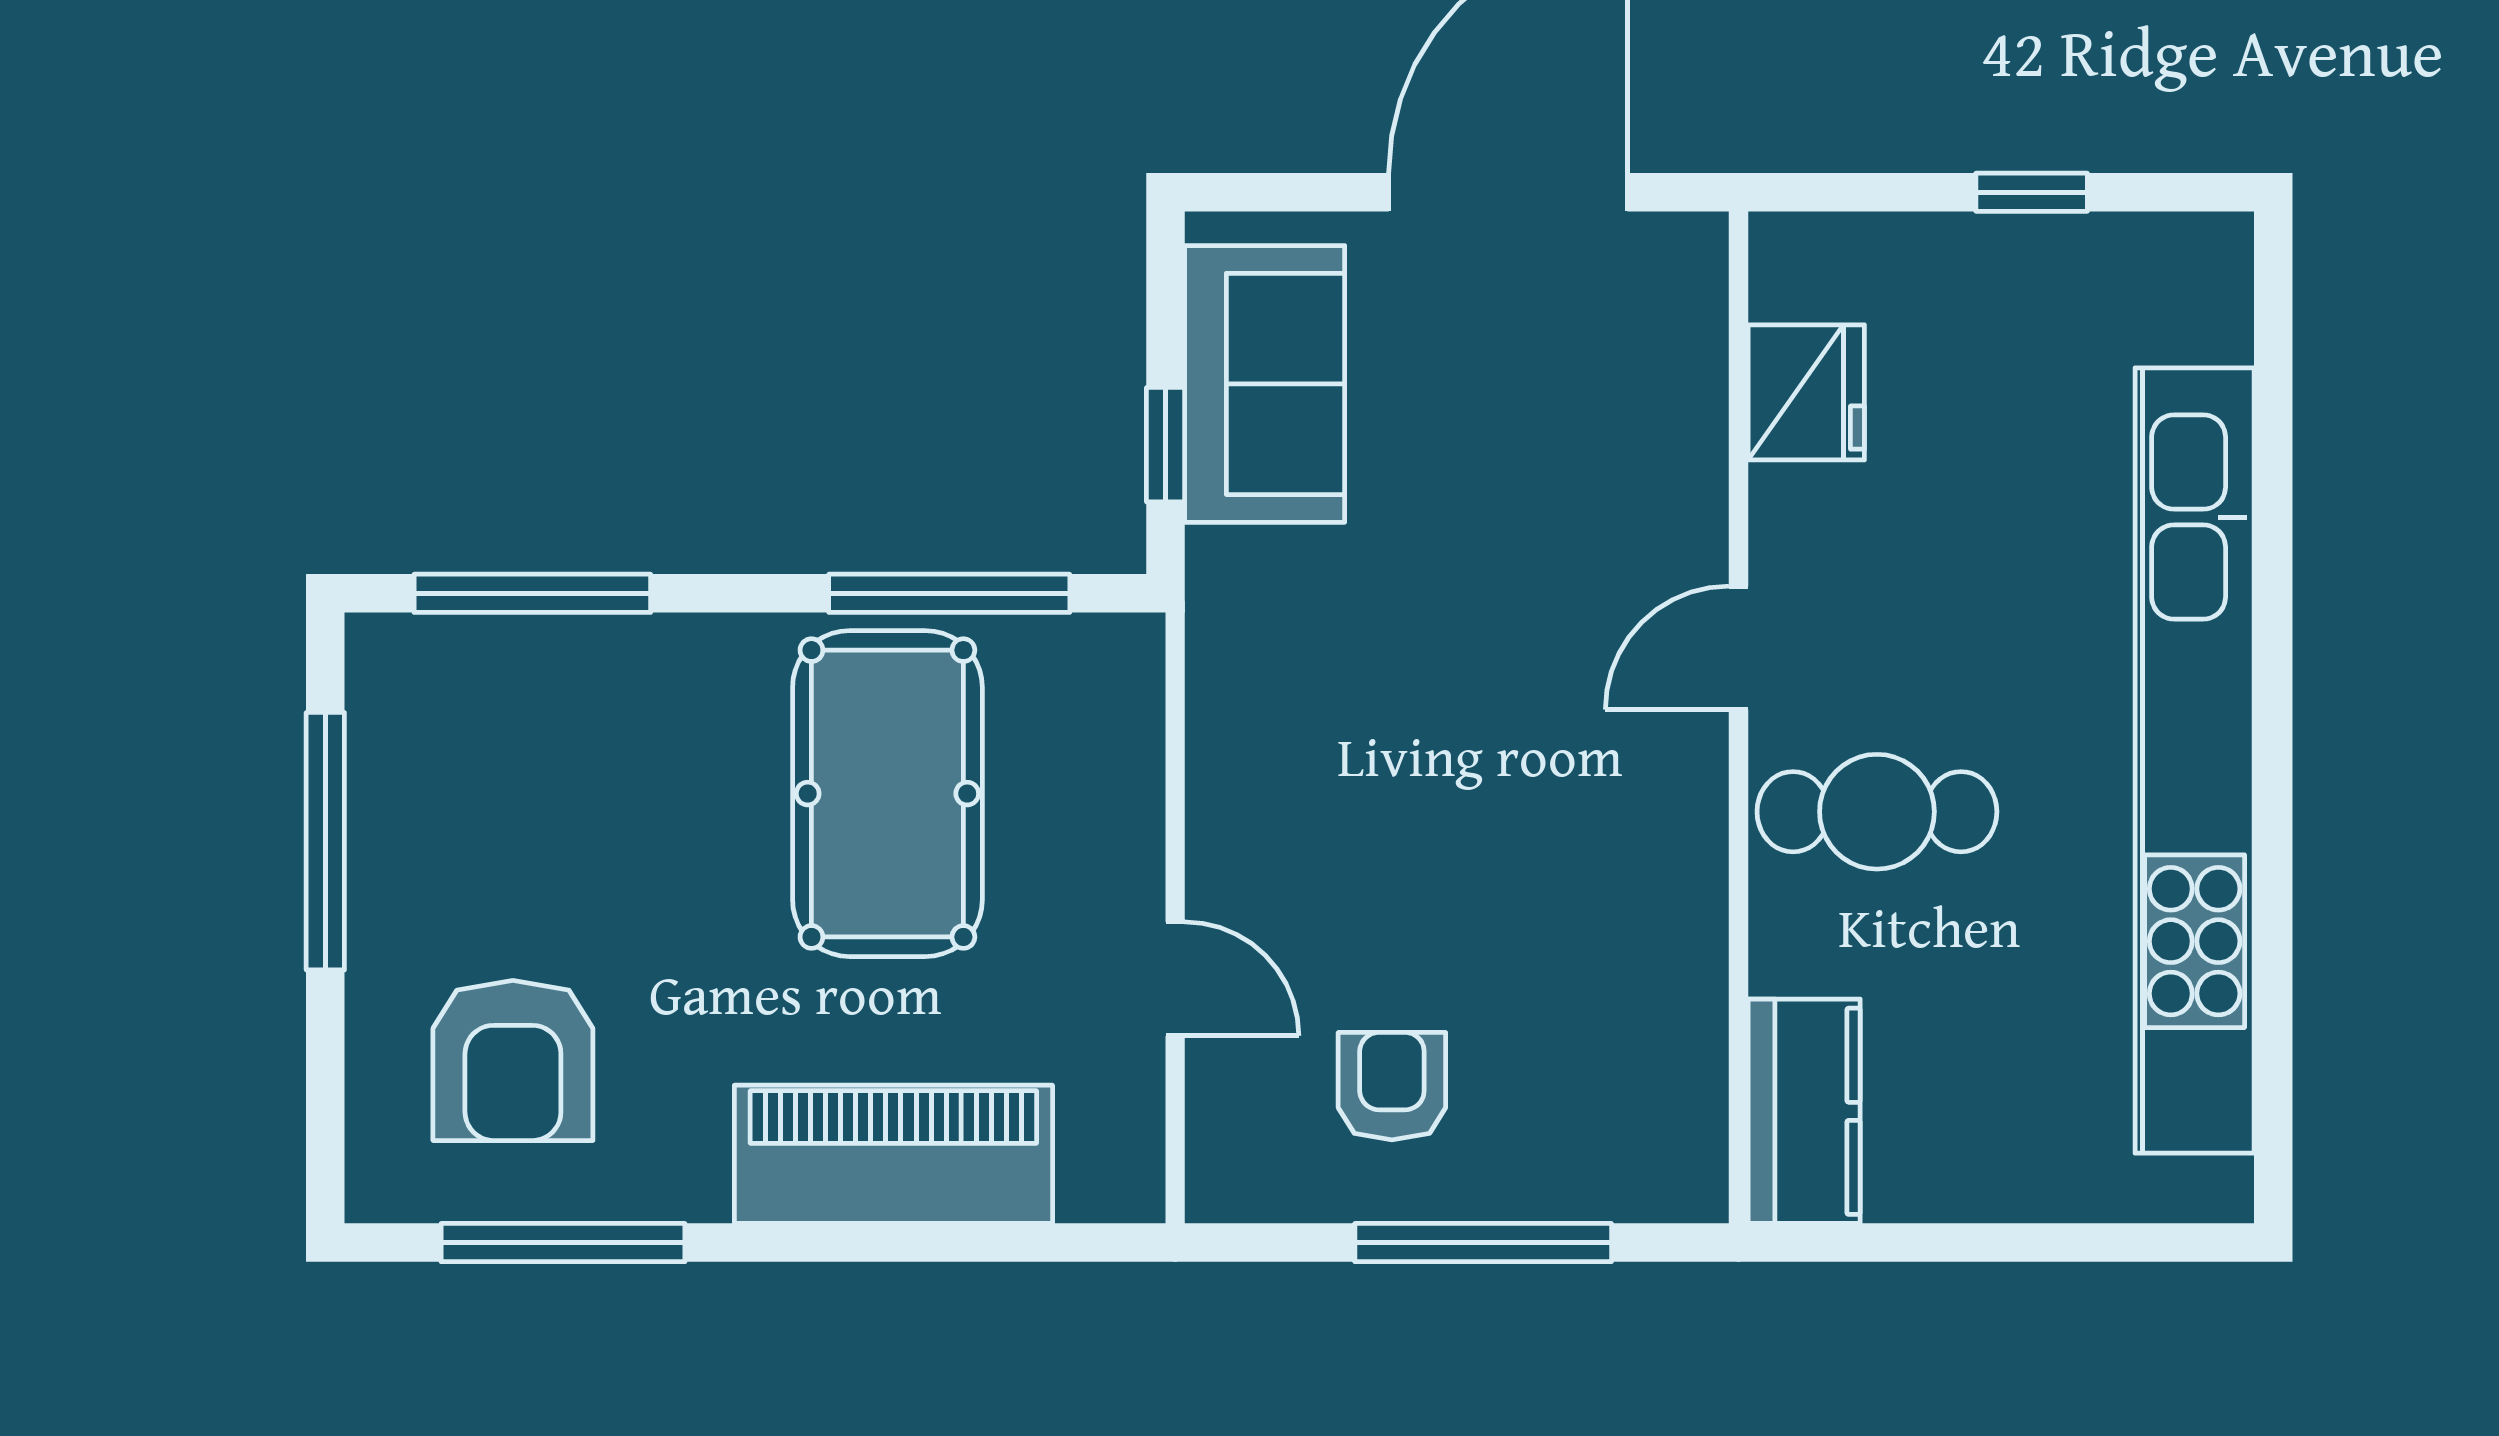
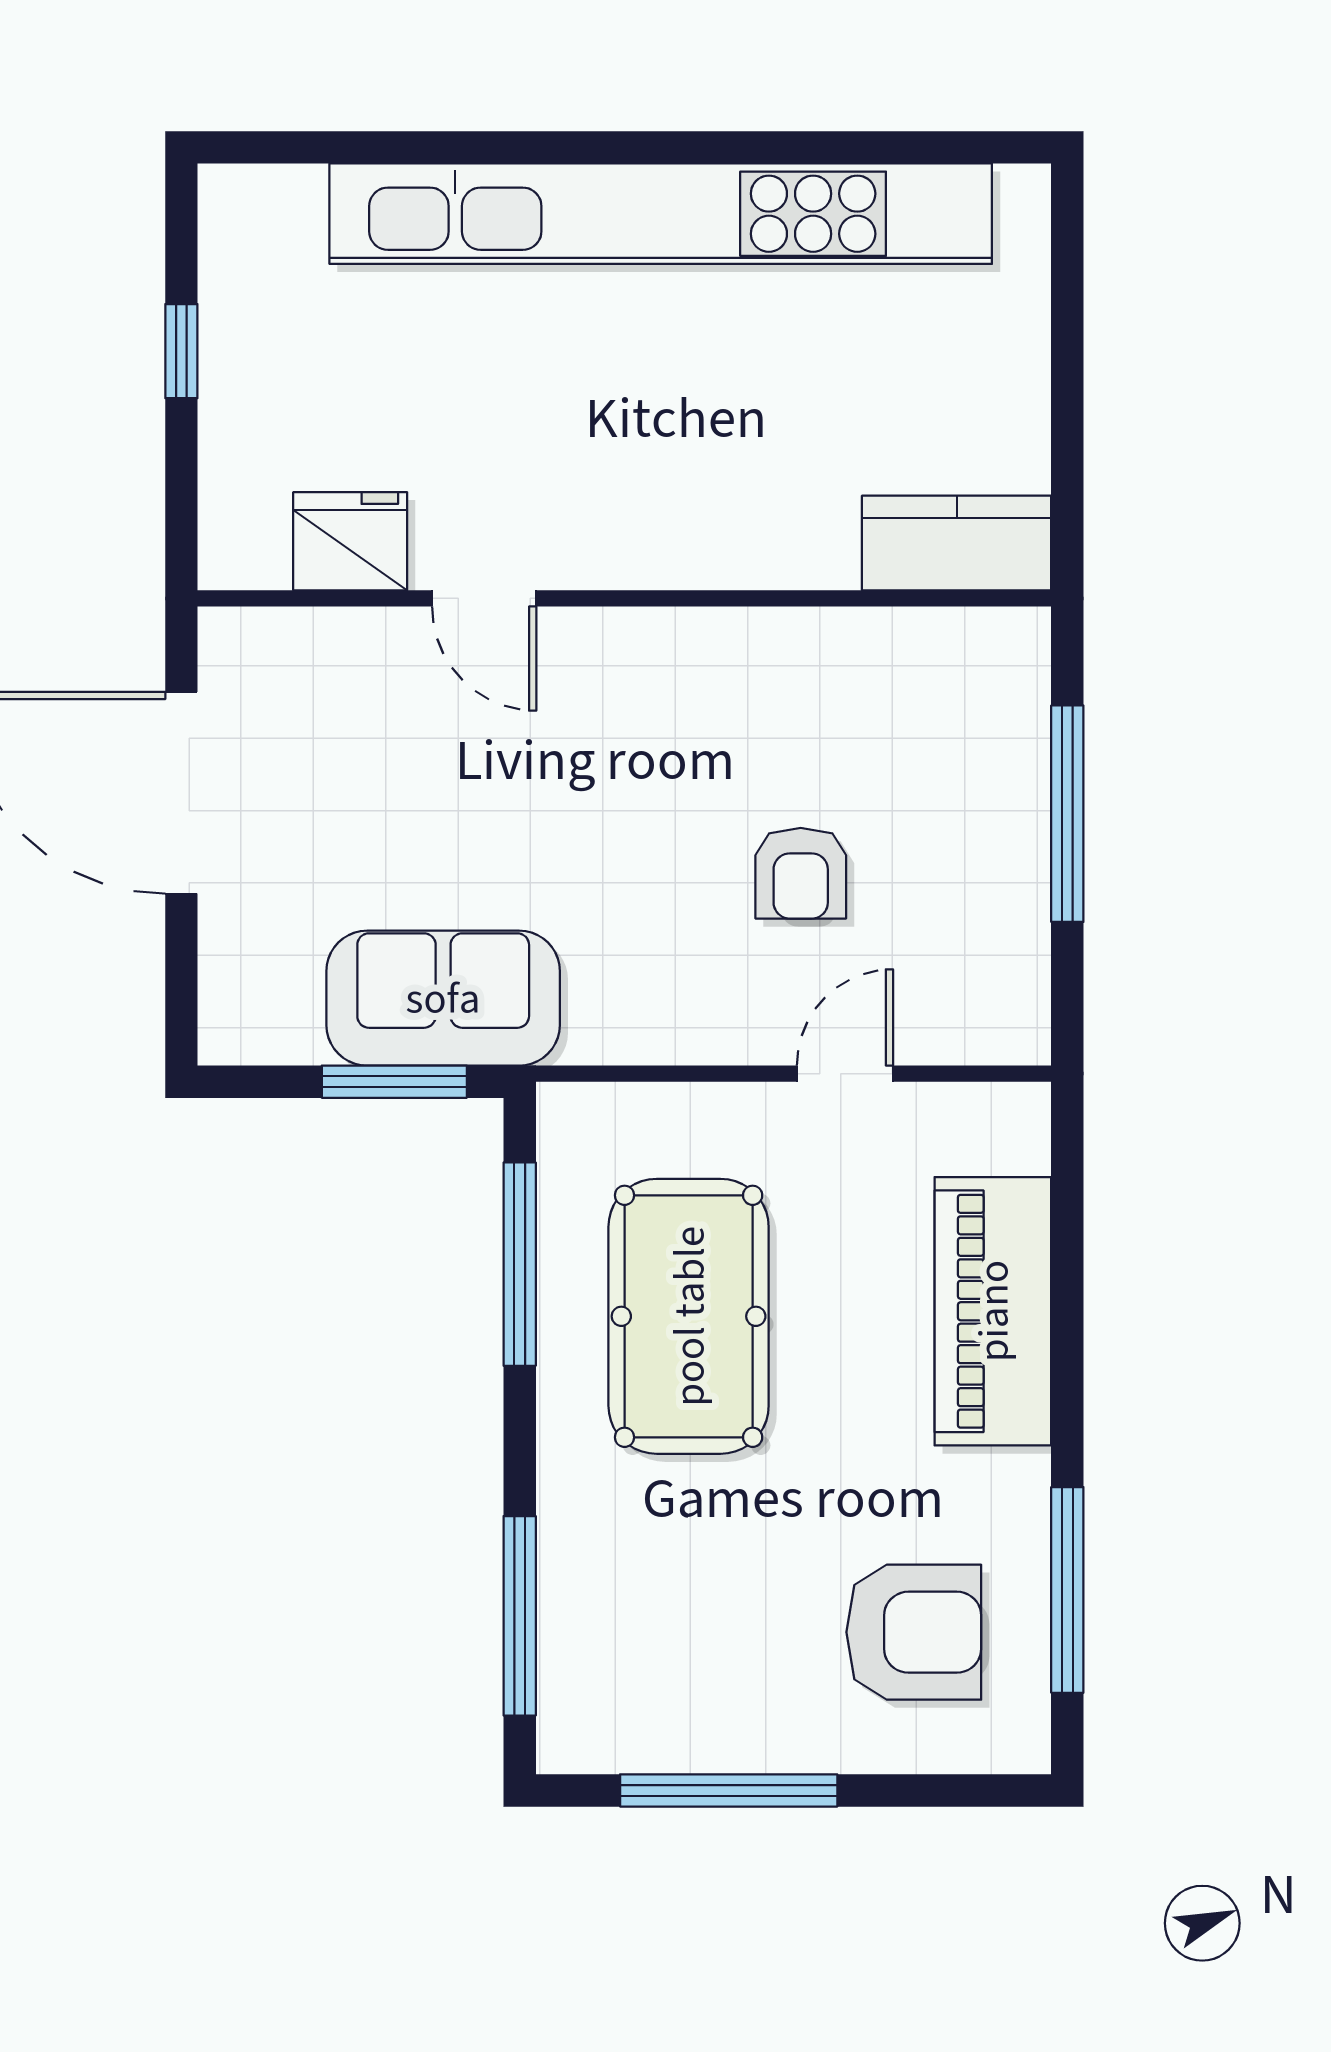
sofa: (1265, 384) -> (443, 998), moved
window: (1166, 445) -> (394, 1082), width x1.50
door: (1738, 648) -> (484, 598), moved
pool table: (887, 794) -> (689, 1316), turned 90
cafe table: (1877, 812) -> (704, 482), removed
armchair: (1392, 1086) -> (801, 873), moved, turned -90

